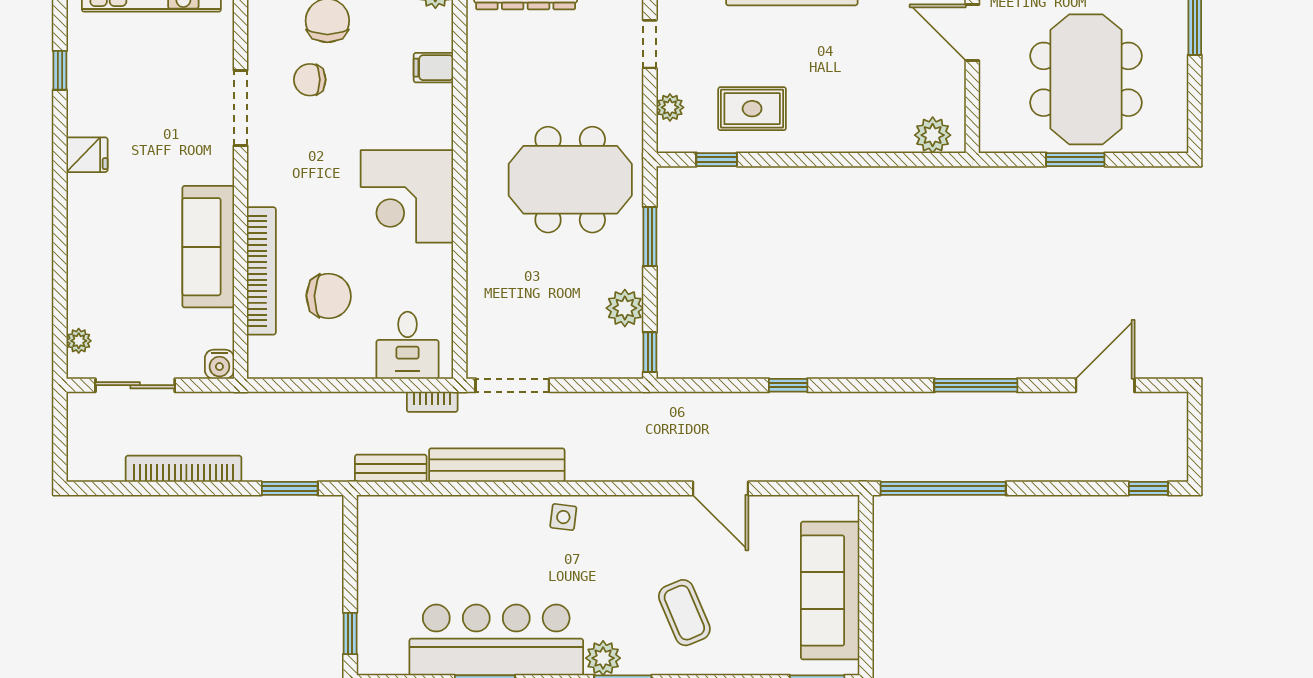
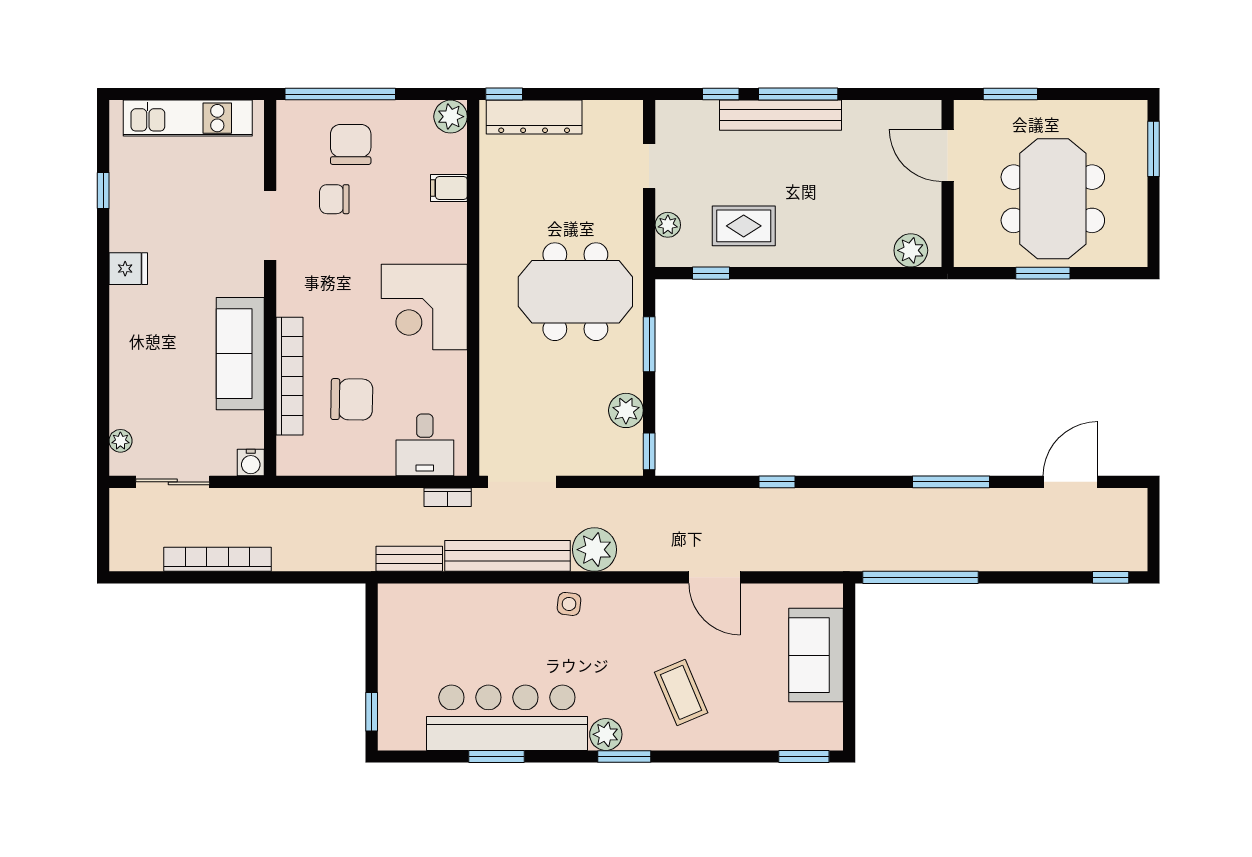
plant: (591, 458) -> (594, 550), added
window: (290, 488) -> (316, 577), removed
sofa: (830, 591) -> (816, 655), width x0.73

